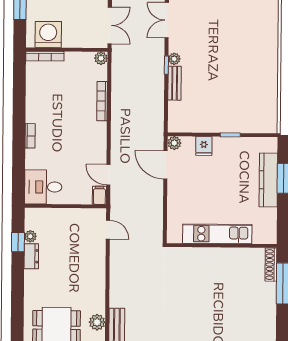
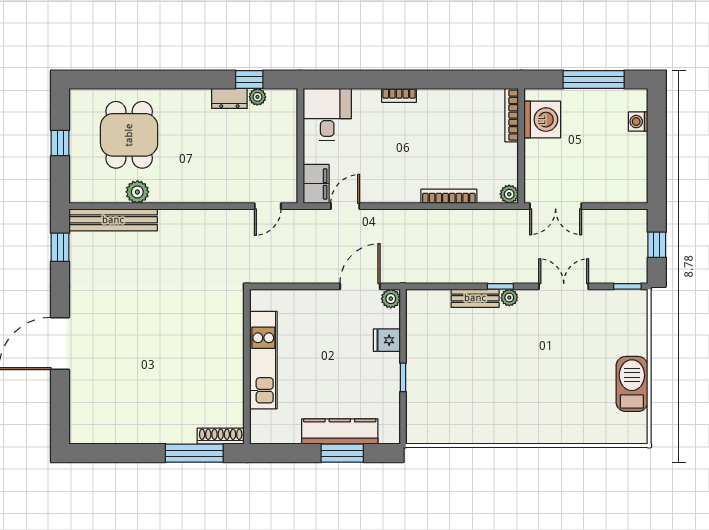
filing cabinet: (99, 195) -> (316, 184), width x2.00

